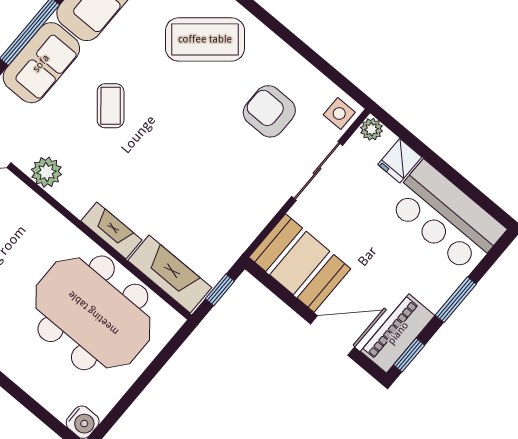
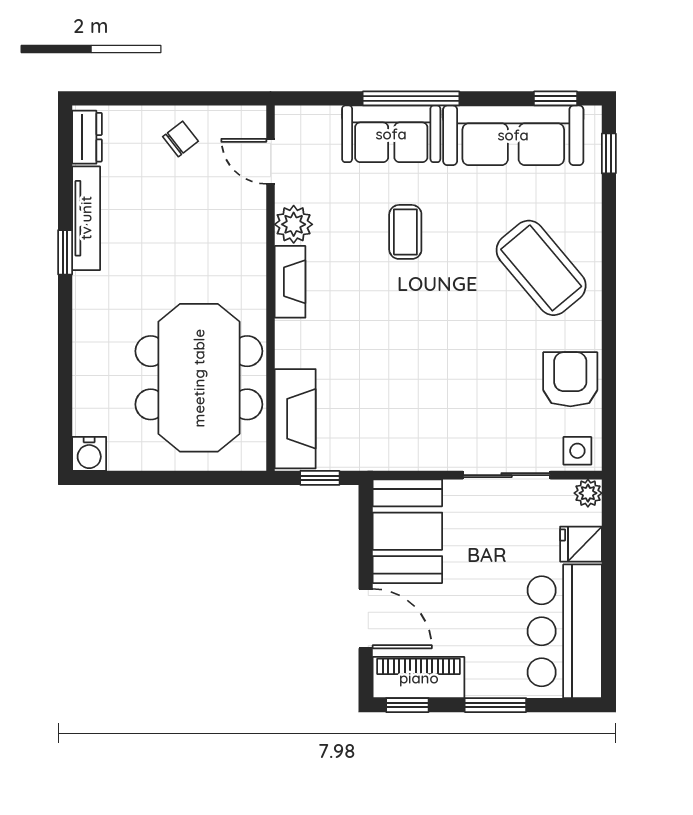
coffee table: (111, 106) -> (405, 232), turned -50
armchair: (269, 111) -> (570, 379), moved
fireplace: (111, 230) -> (290, 282), moved

